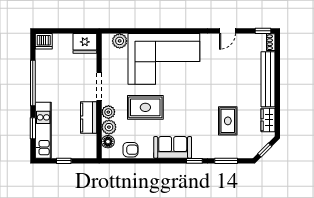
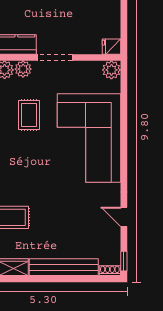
plant: (120, 41) -> (111, 70), moved
fridge: (85, 43) -> (111, 47), width x0.53, depth x0.75
rug: (145, 107) -> (29, 115), width x0.73, depth x0.70

